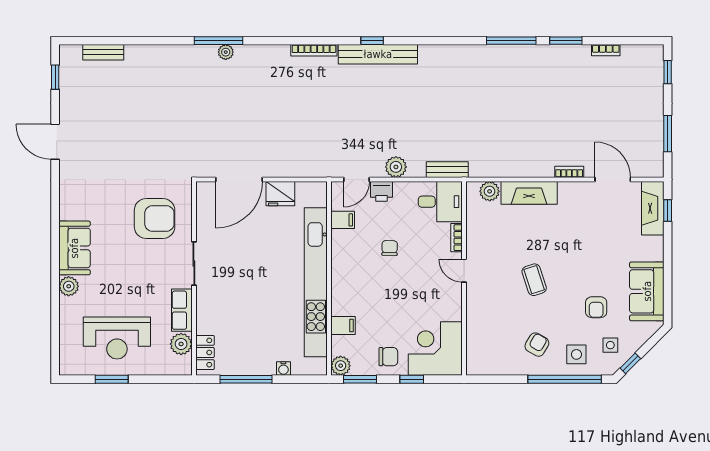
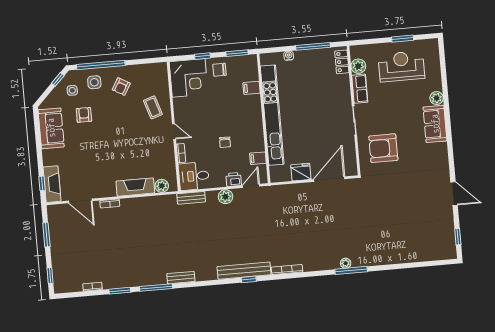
bench: (103, 52) -> (181, 278), moved
coffee table: (534, 280) -> (153, 107), moved
plant: (341, 366) -> (251, 61), removed

